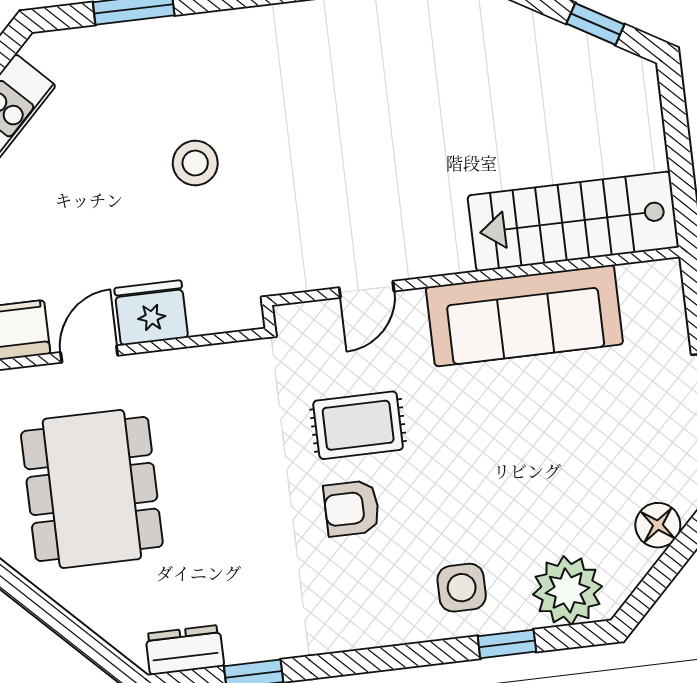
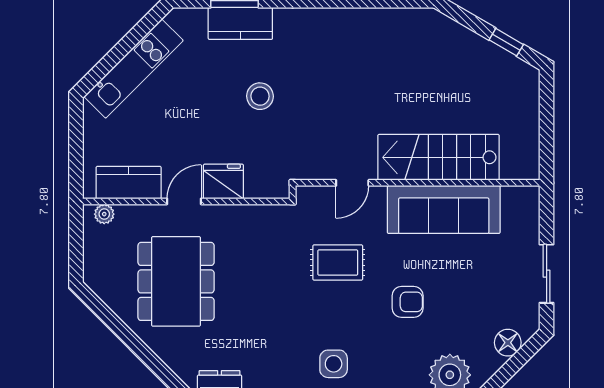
kitchen counter: (148, 46) -> (240, 23), added
stairs: (573, 221) -> (439, 157), moved
armchair: (352, 508) -> (408, 302), moved, turned 180
side table: (462, 588) -> (334, 364), moved

